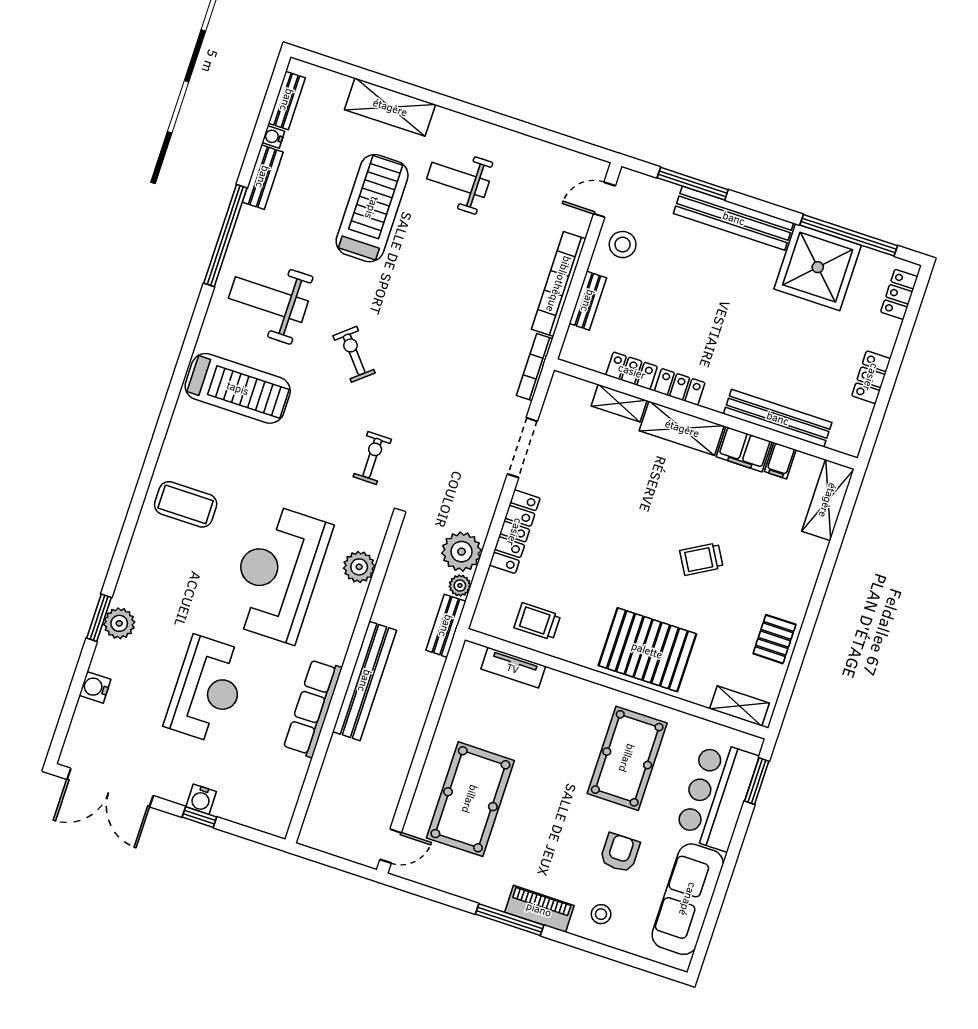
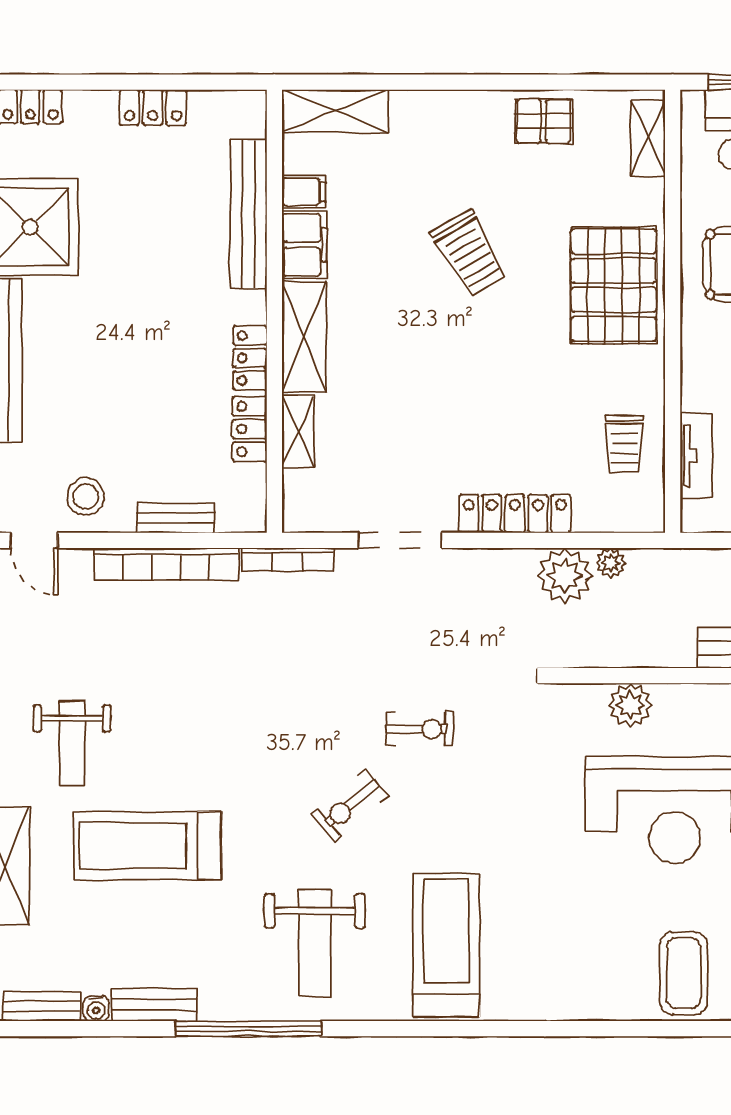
exercise bike: (372, 458) -> (420, 729), moved, turned 180
coffee table: (186, 504) -> (684, 973), moved
trolley: (701, 559) -> (469, 253), width x1.36, depth x1.39
bench: (446, 626) -> (670, 564), removed

